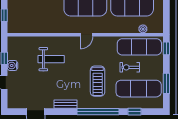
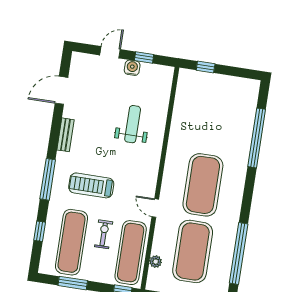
door: (86, 35) -> (155, 208), moved
weight bench: (51, 59) -> (133, 124), turned 180
window: (98, 112) -> (48, 179), width x0.68

